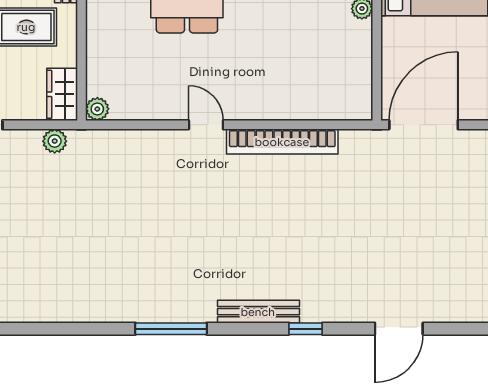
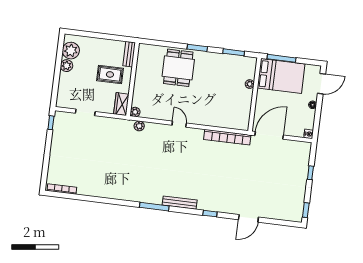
plant: (55, 141) -> (139, 126), moved
bookcase: (282, 142) -> (227, 137), moved
bench: (258, 312) -> (180, 203), moved

